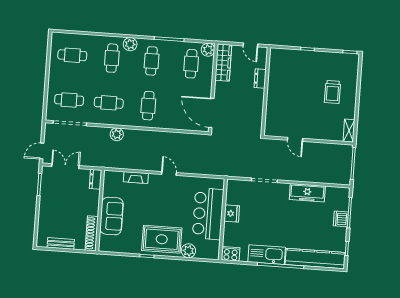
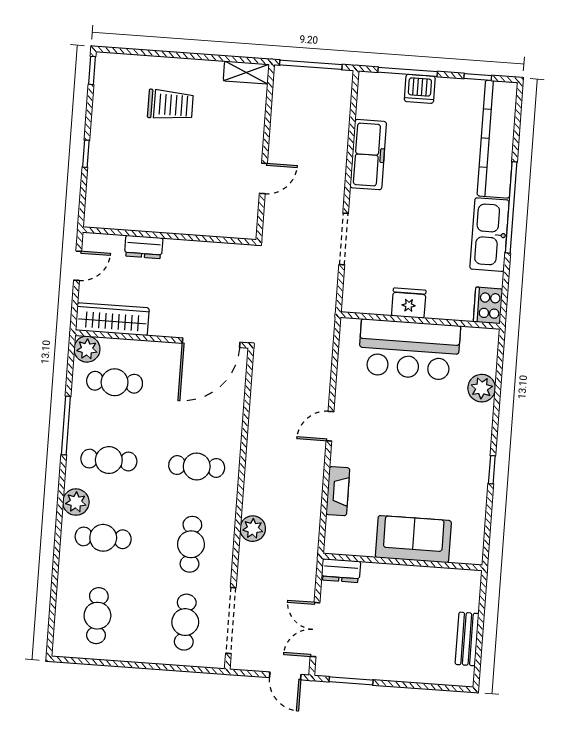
shoe rack: (92, 233) -> (447, 578), removed
rug: (162, 239) -> (459, 441), removed

